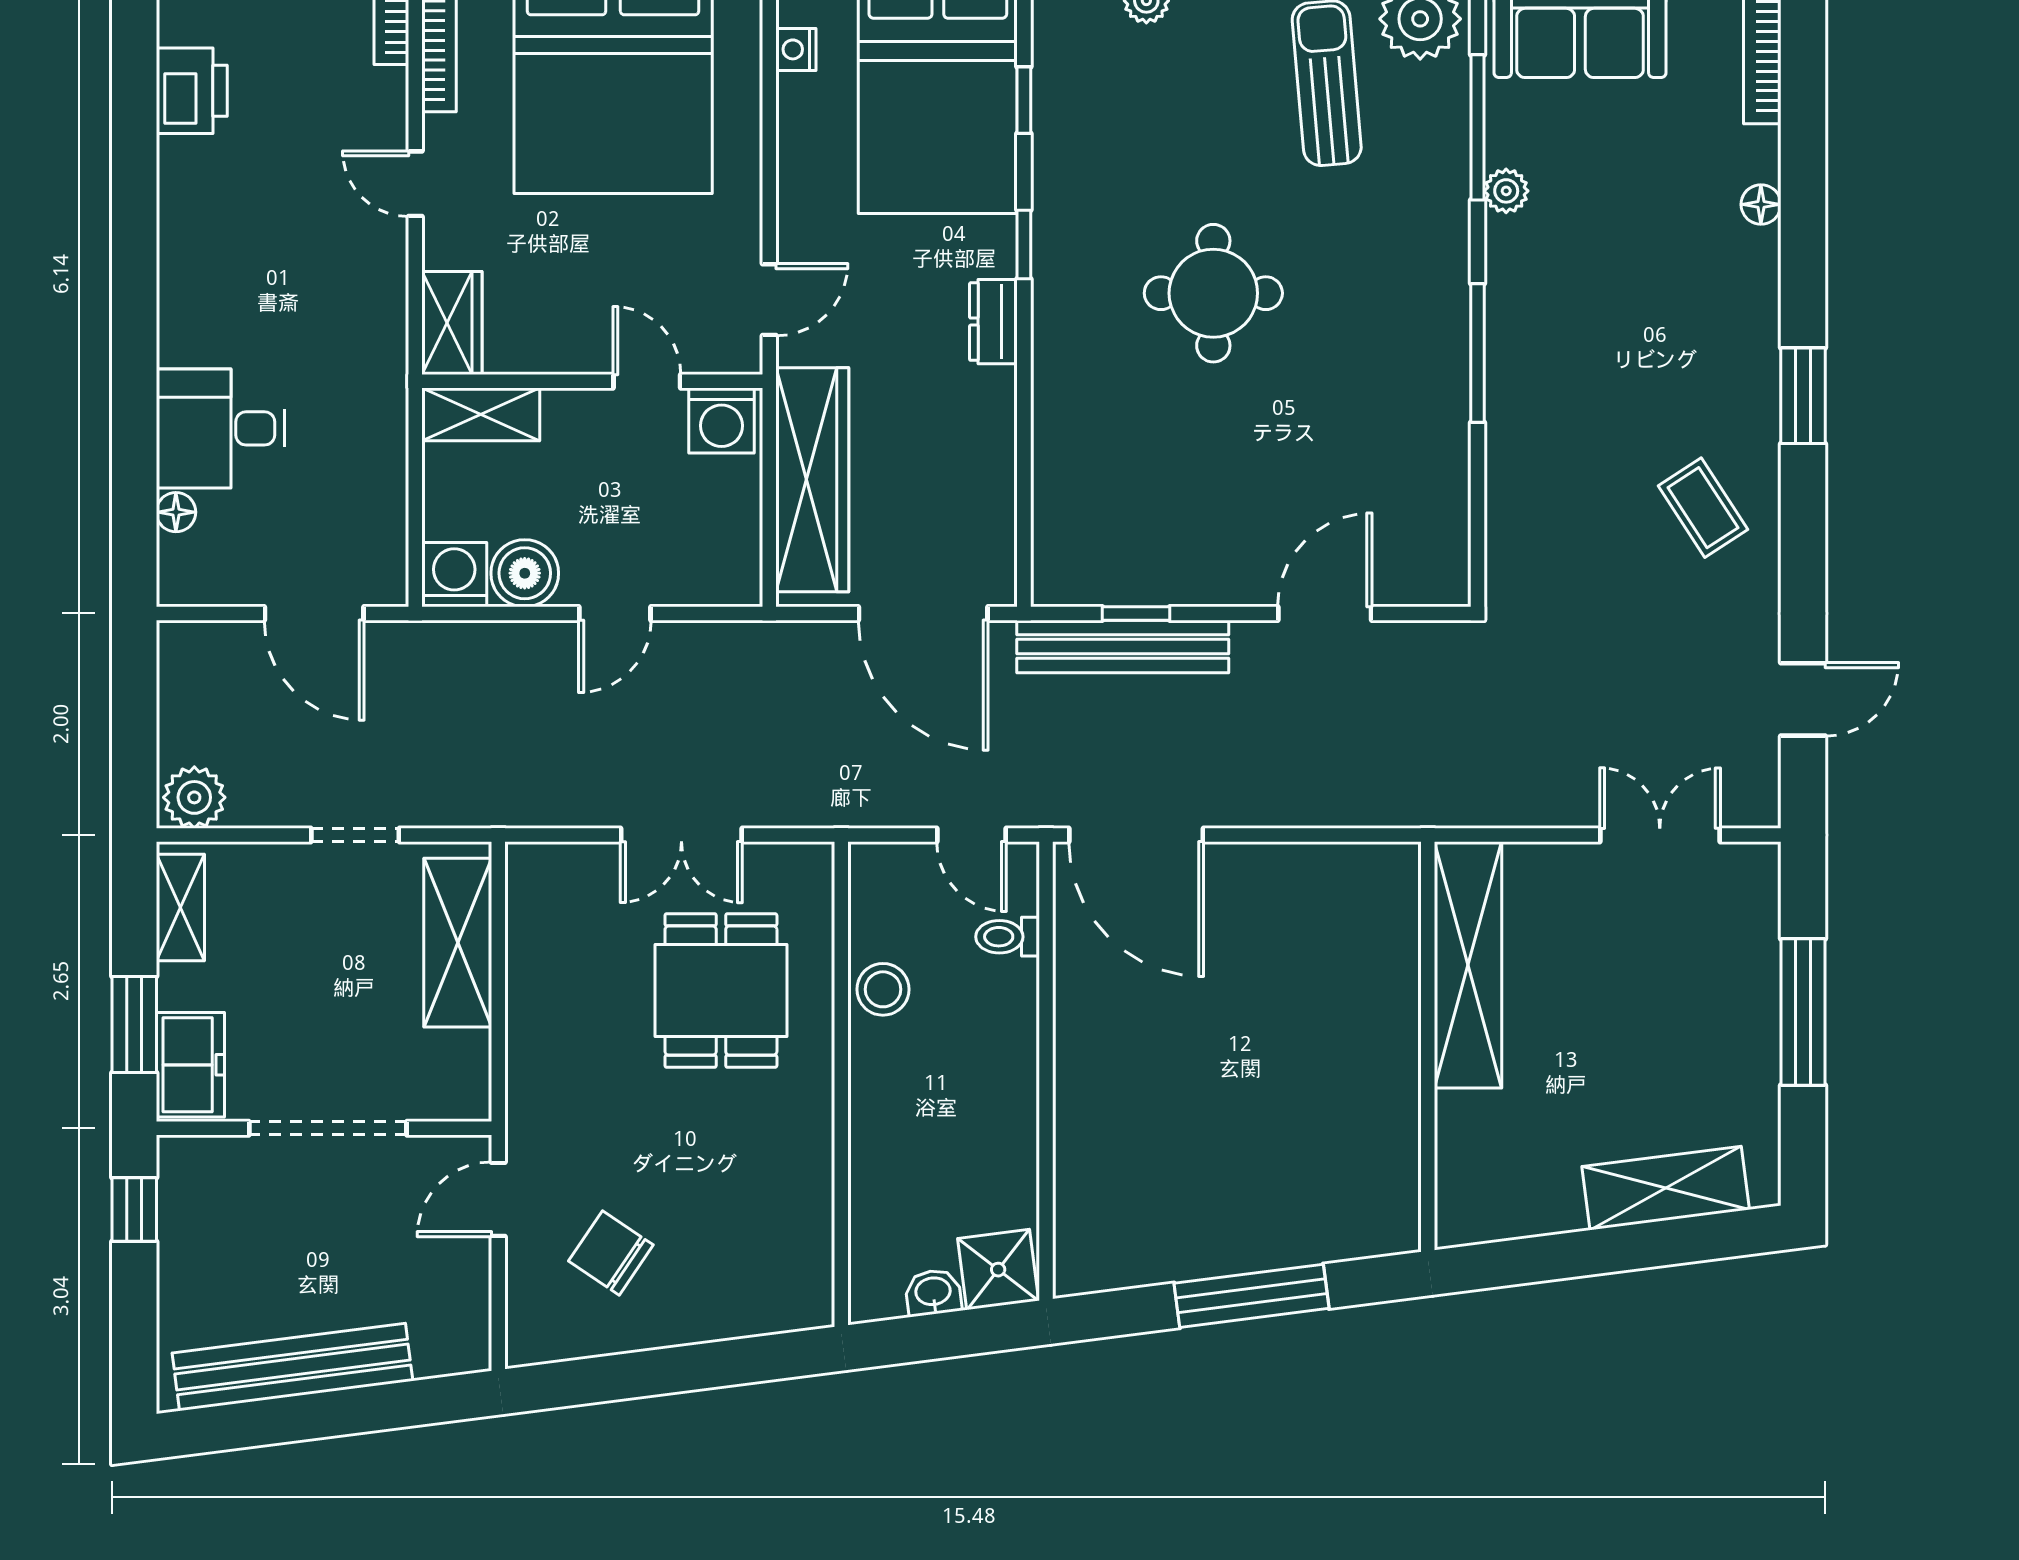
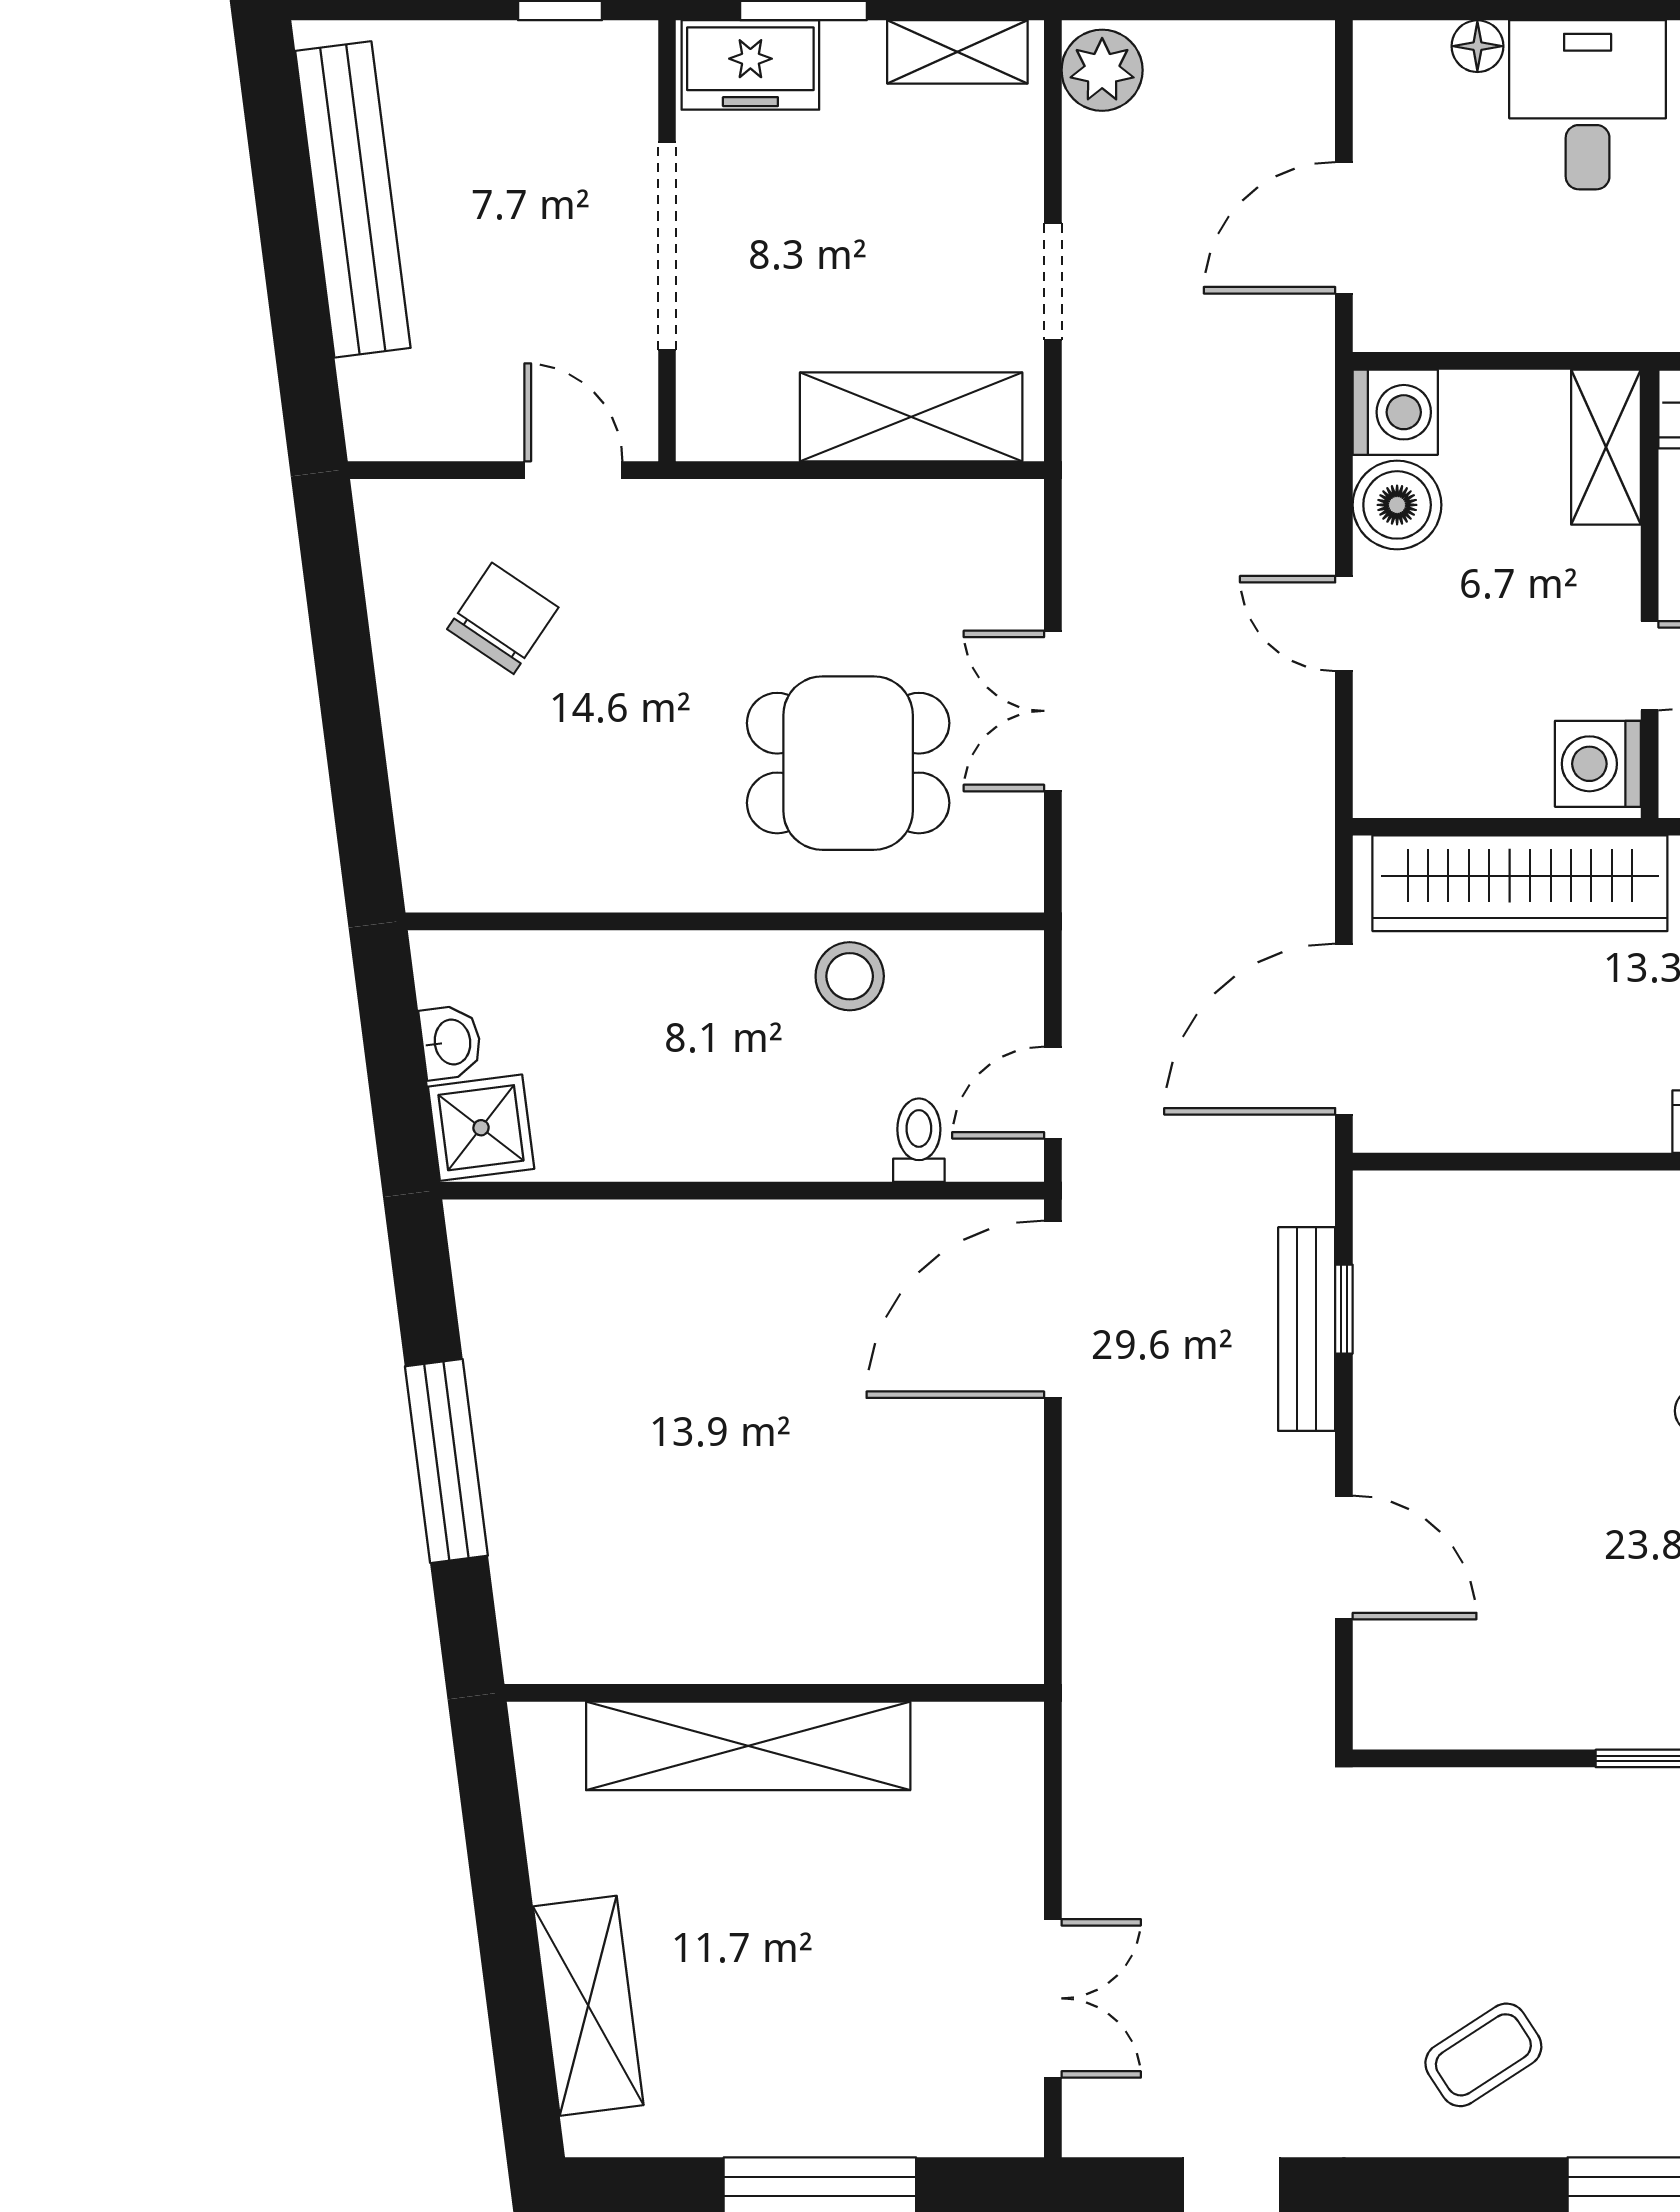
bench: (1123, 647) -> (1307, 1329), width x0.73, depth x0.82
shelving: (1468, 965) -> (748, 1746), moved

